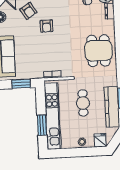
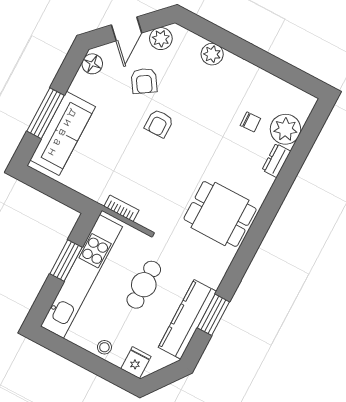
dining table: (98, 51) -> (220, 214), turned 90
window: (21, 84) -> (61, 193), removed
window: (42, 125) -> (66, 260), moved

